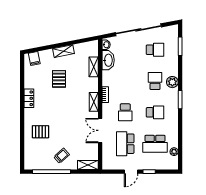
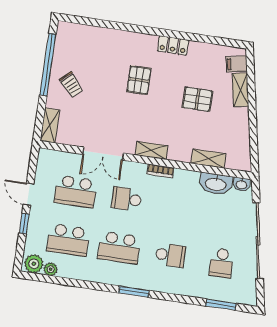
shelving: (63, 51) -> (240, 90), moved
plant: (172, 82) -> (34, 264), moved
school desk: (155, 112) -> (119, 248), width x1.85
double door: (100, 130) -> (103, 154), swing flipped
pallet: (40, 132) -> (139, 80), moved
school desk: (125, 144) -> (76, 191), turned 180
school desk: (155, 144) -> (68, 240), turned -90

